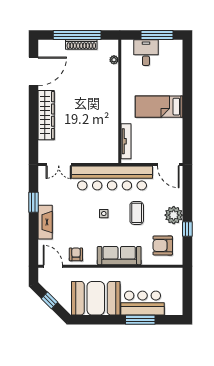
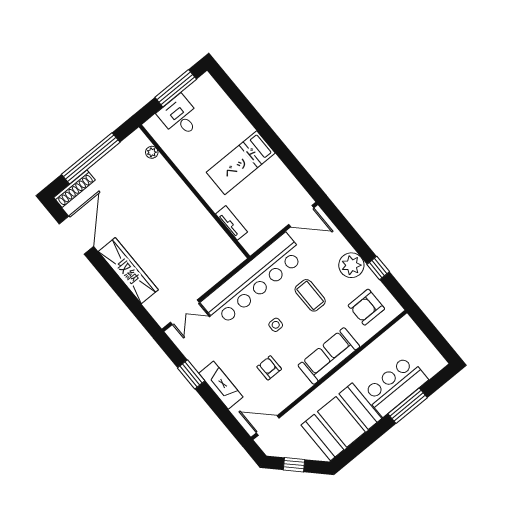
shoe rack: (81, 45) -> (74, 189), moved
tv unit: (126, 141) -> (231, 223), width x0.71
armchair: (76, 254) -> (269, 368), moved

